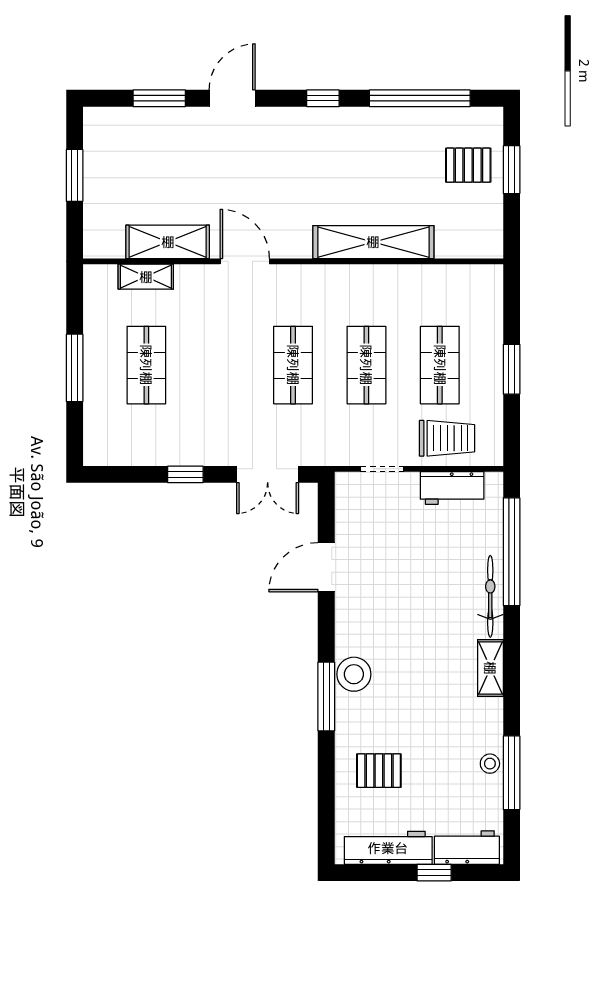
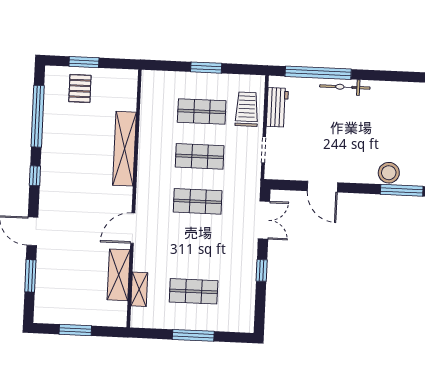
shelving: (490, 668) -> (389, 89), removed

